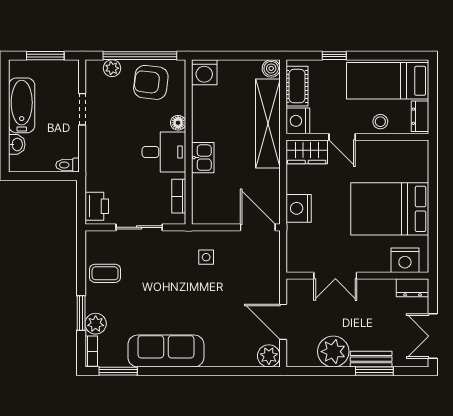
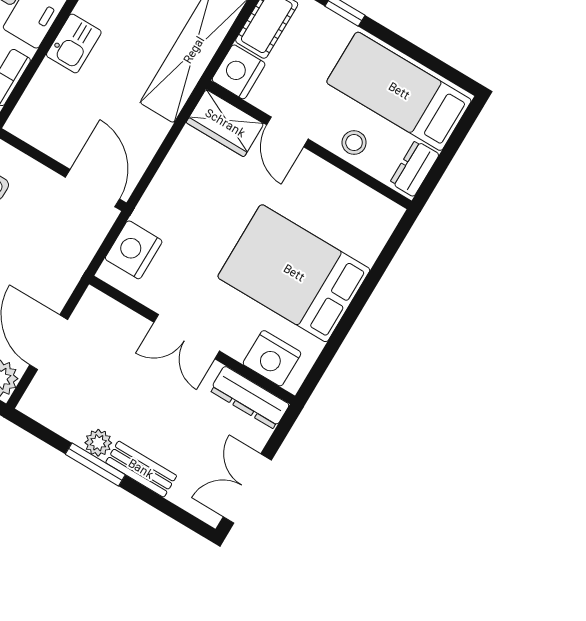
nightstand: (299, 208) -> (134, 250), moved
double door: (335, 276) -> (187, 337), moved
dresser: (413, 288) -> (250, 398), width x1.44
plant: (333, 352) -> (98, 443), width x0.53, depth x0.53
window: (374, 371) -> (95, 464), moved

